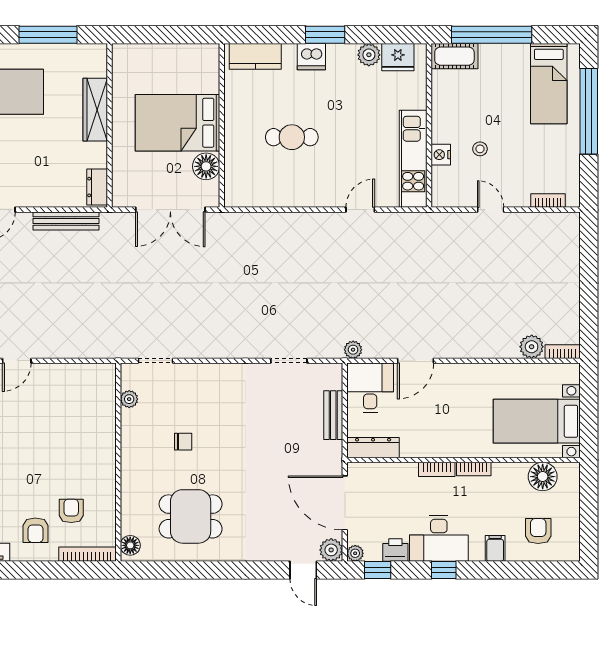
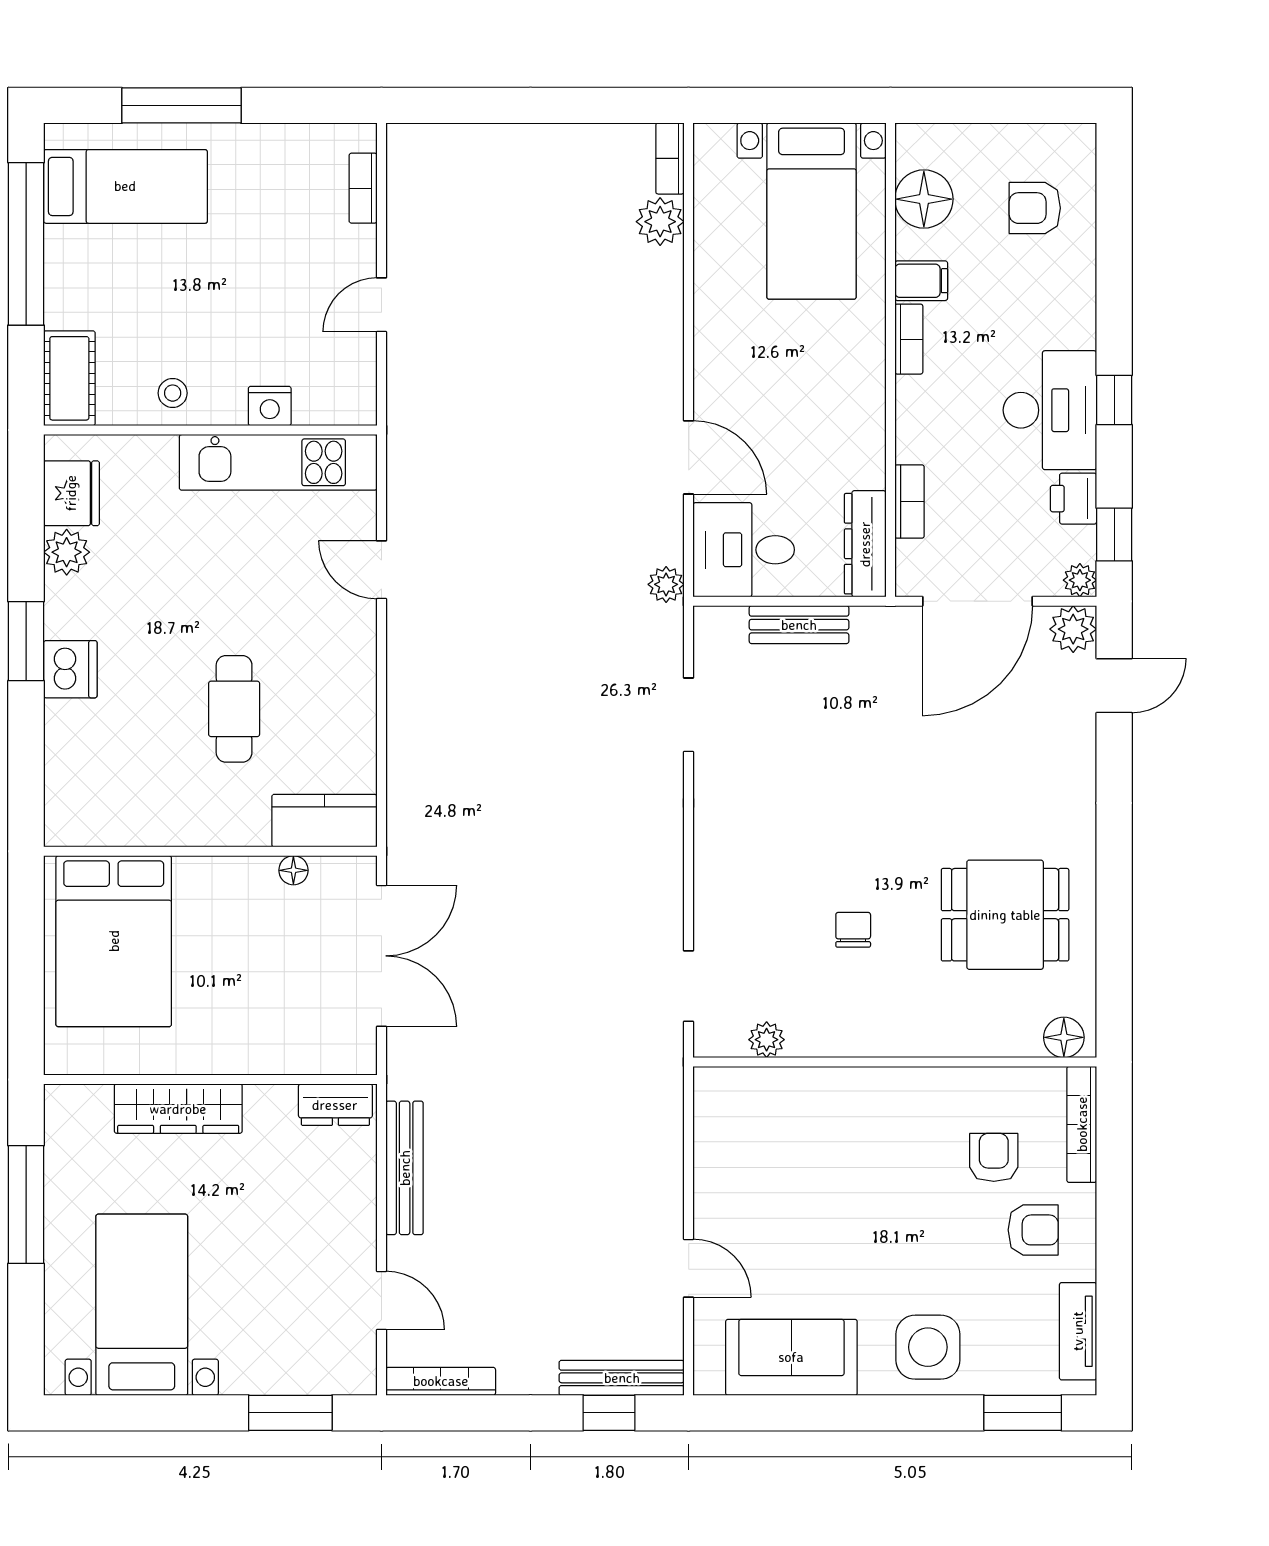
window: (492, 35) -> (26, 244), moved
kitchen counter: (255, 56) -> (324, 821), moved, turned -90
window: (589, 111) -> (182, 105), width x0.68
bed: (178, 123) -> (114, 941), moved
stool: (480, 149) -> (173, 393), moved
floor lamp: (206, 166) -> (293, 870), width x0.53, depth x0.53
bookcase: (437, 469) -> (909, 501), moved
armchair: (71, 511) -> (994, 1157), turned 90
dining table: (191, 516) -> (1005, 915), turned 90
filing cabinet: (495, 548) -> (921, 281), moved, turned 180

